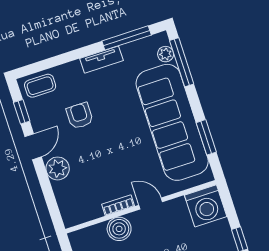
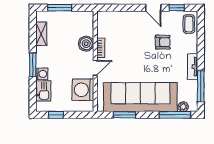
plant: (58, 168) -> (135, 18), removed
washing machine: (206, 206) -> (83, 90), moved

